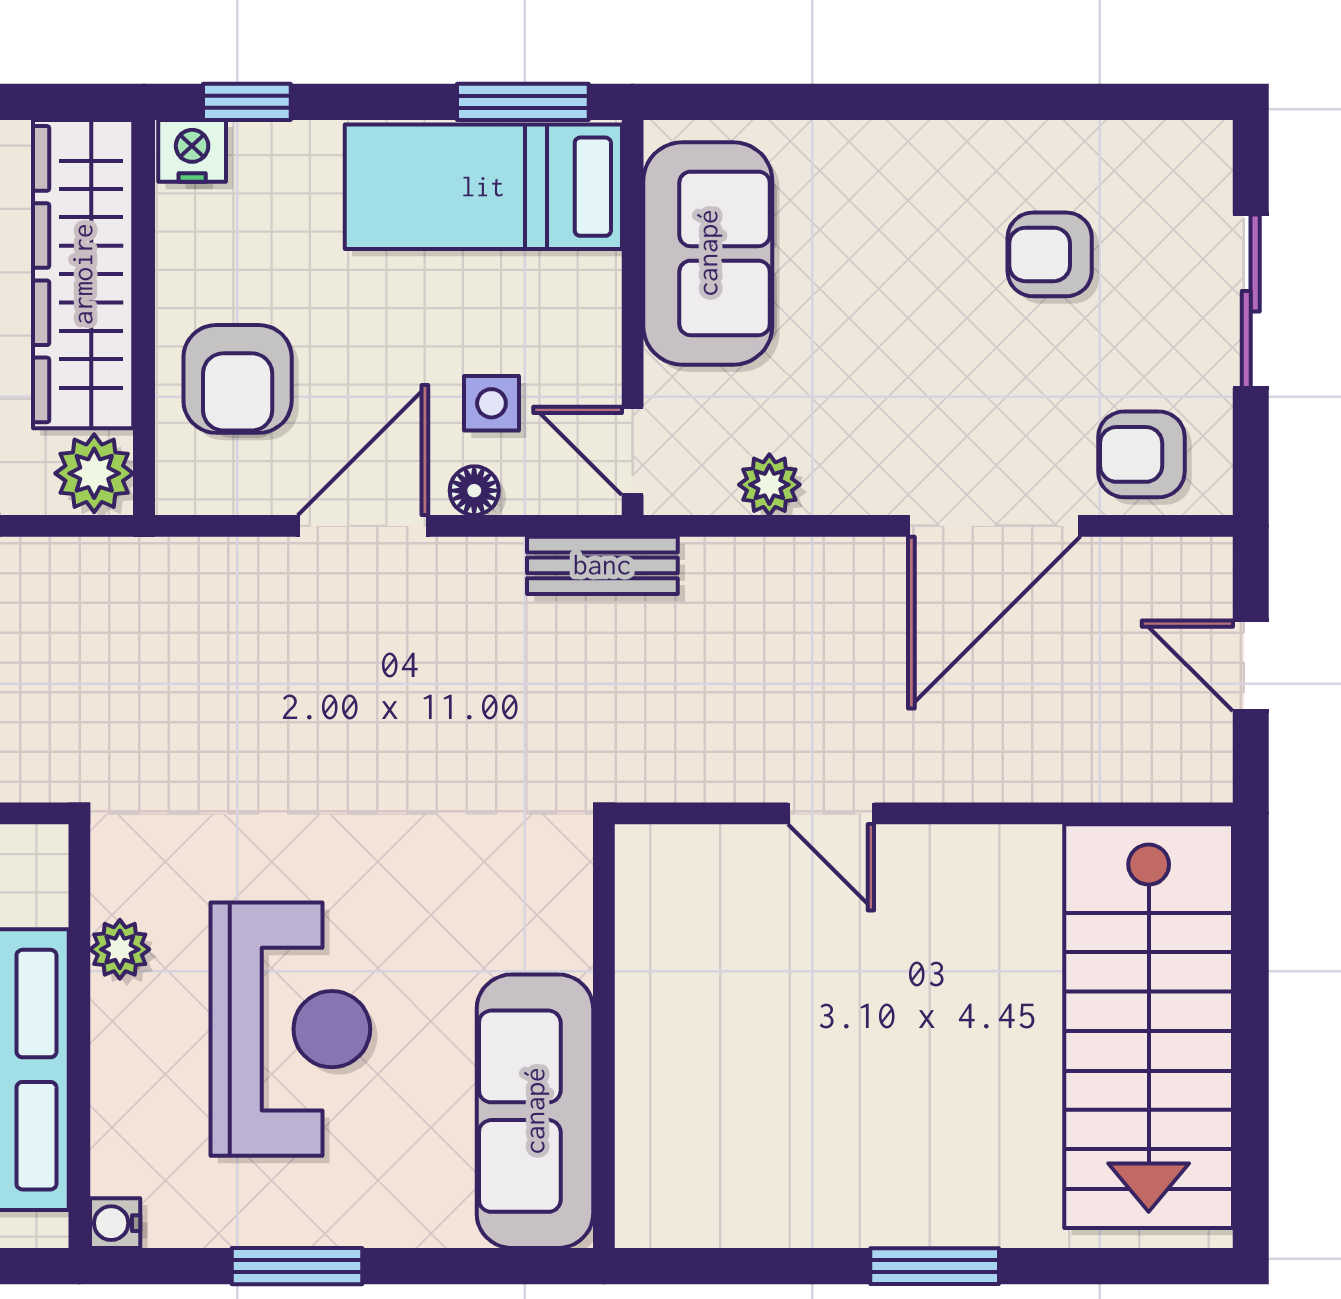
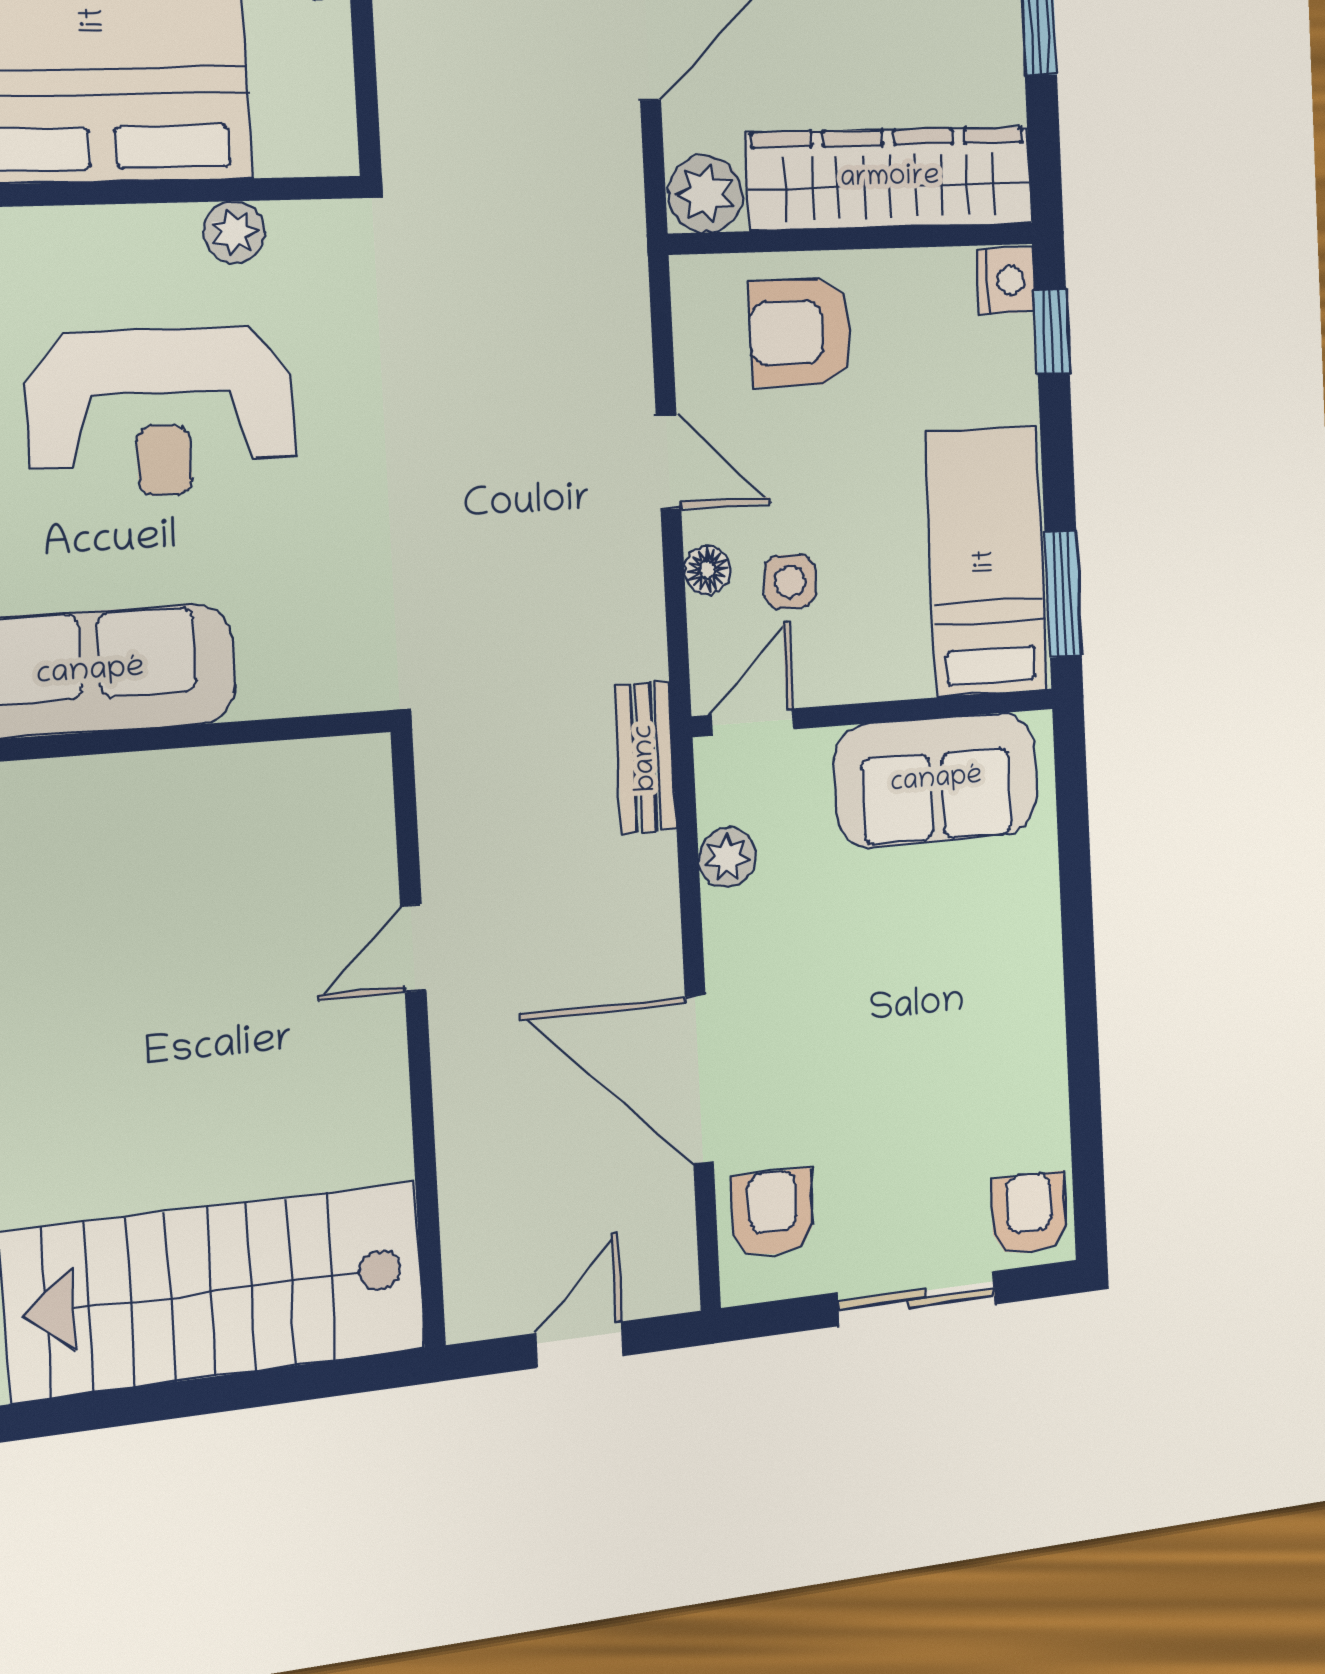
armchair: (1050, 254) -> (1029, 1214), moved
door: (363, 526) -> (669, 462), width x0.73
bench: (602, 565) -> (646, 758), moved

